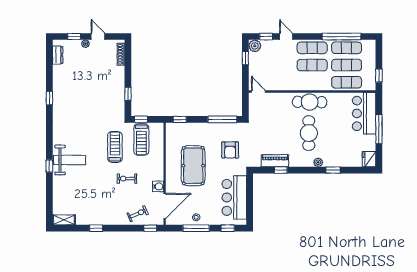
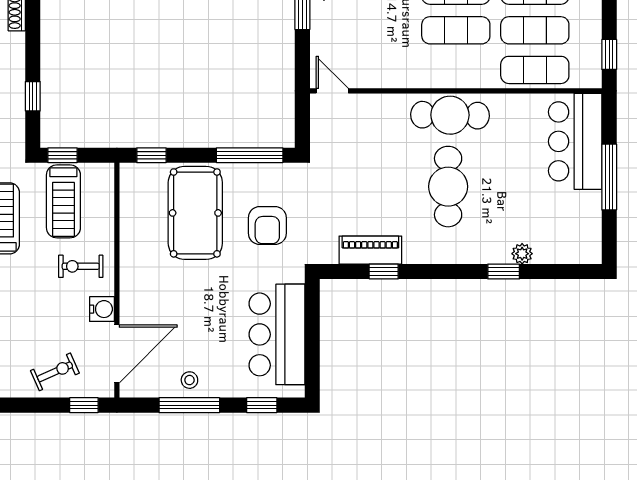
fridge: (369, 159) -> (587, 246), removed
plant: (318, 162) -> (522, 254), moved
pool table: (193, 166) -> (195, 213), moved
exercise bike: (127, 179) -> (81, 266), moved

